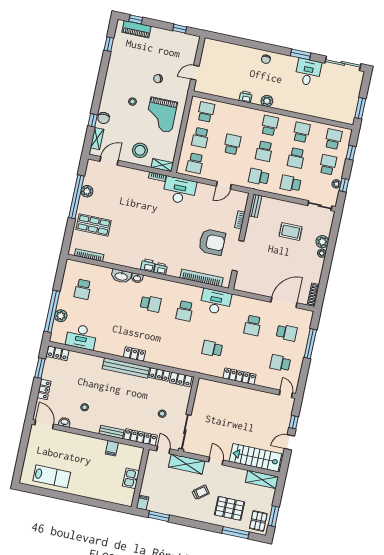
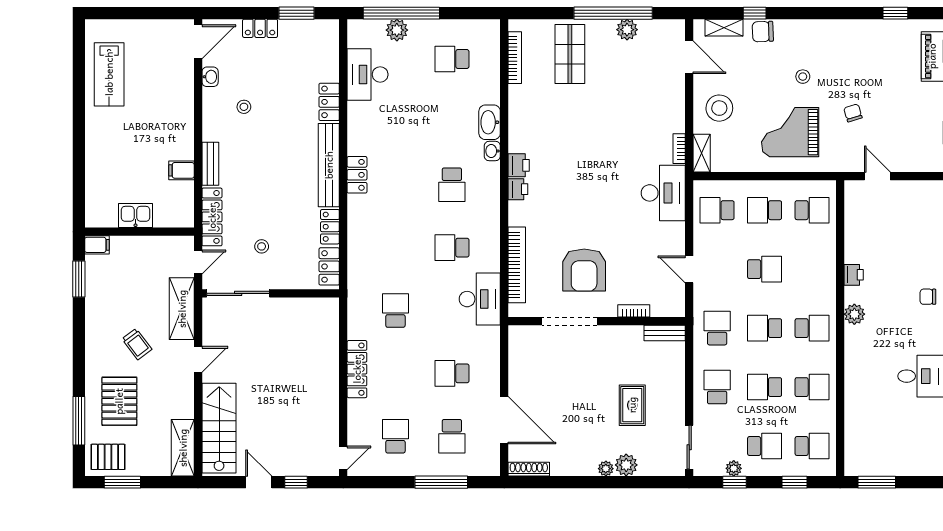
locker: (58, 353) -> (329, 102), moved

